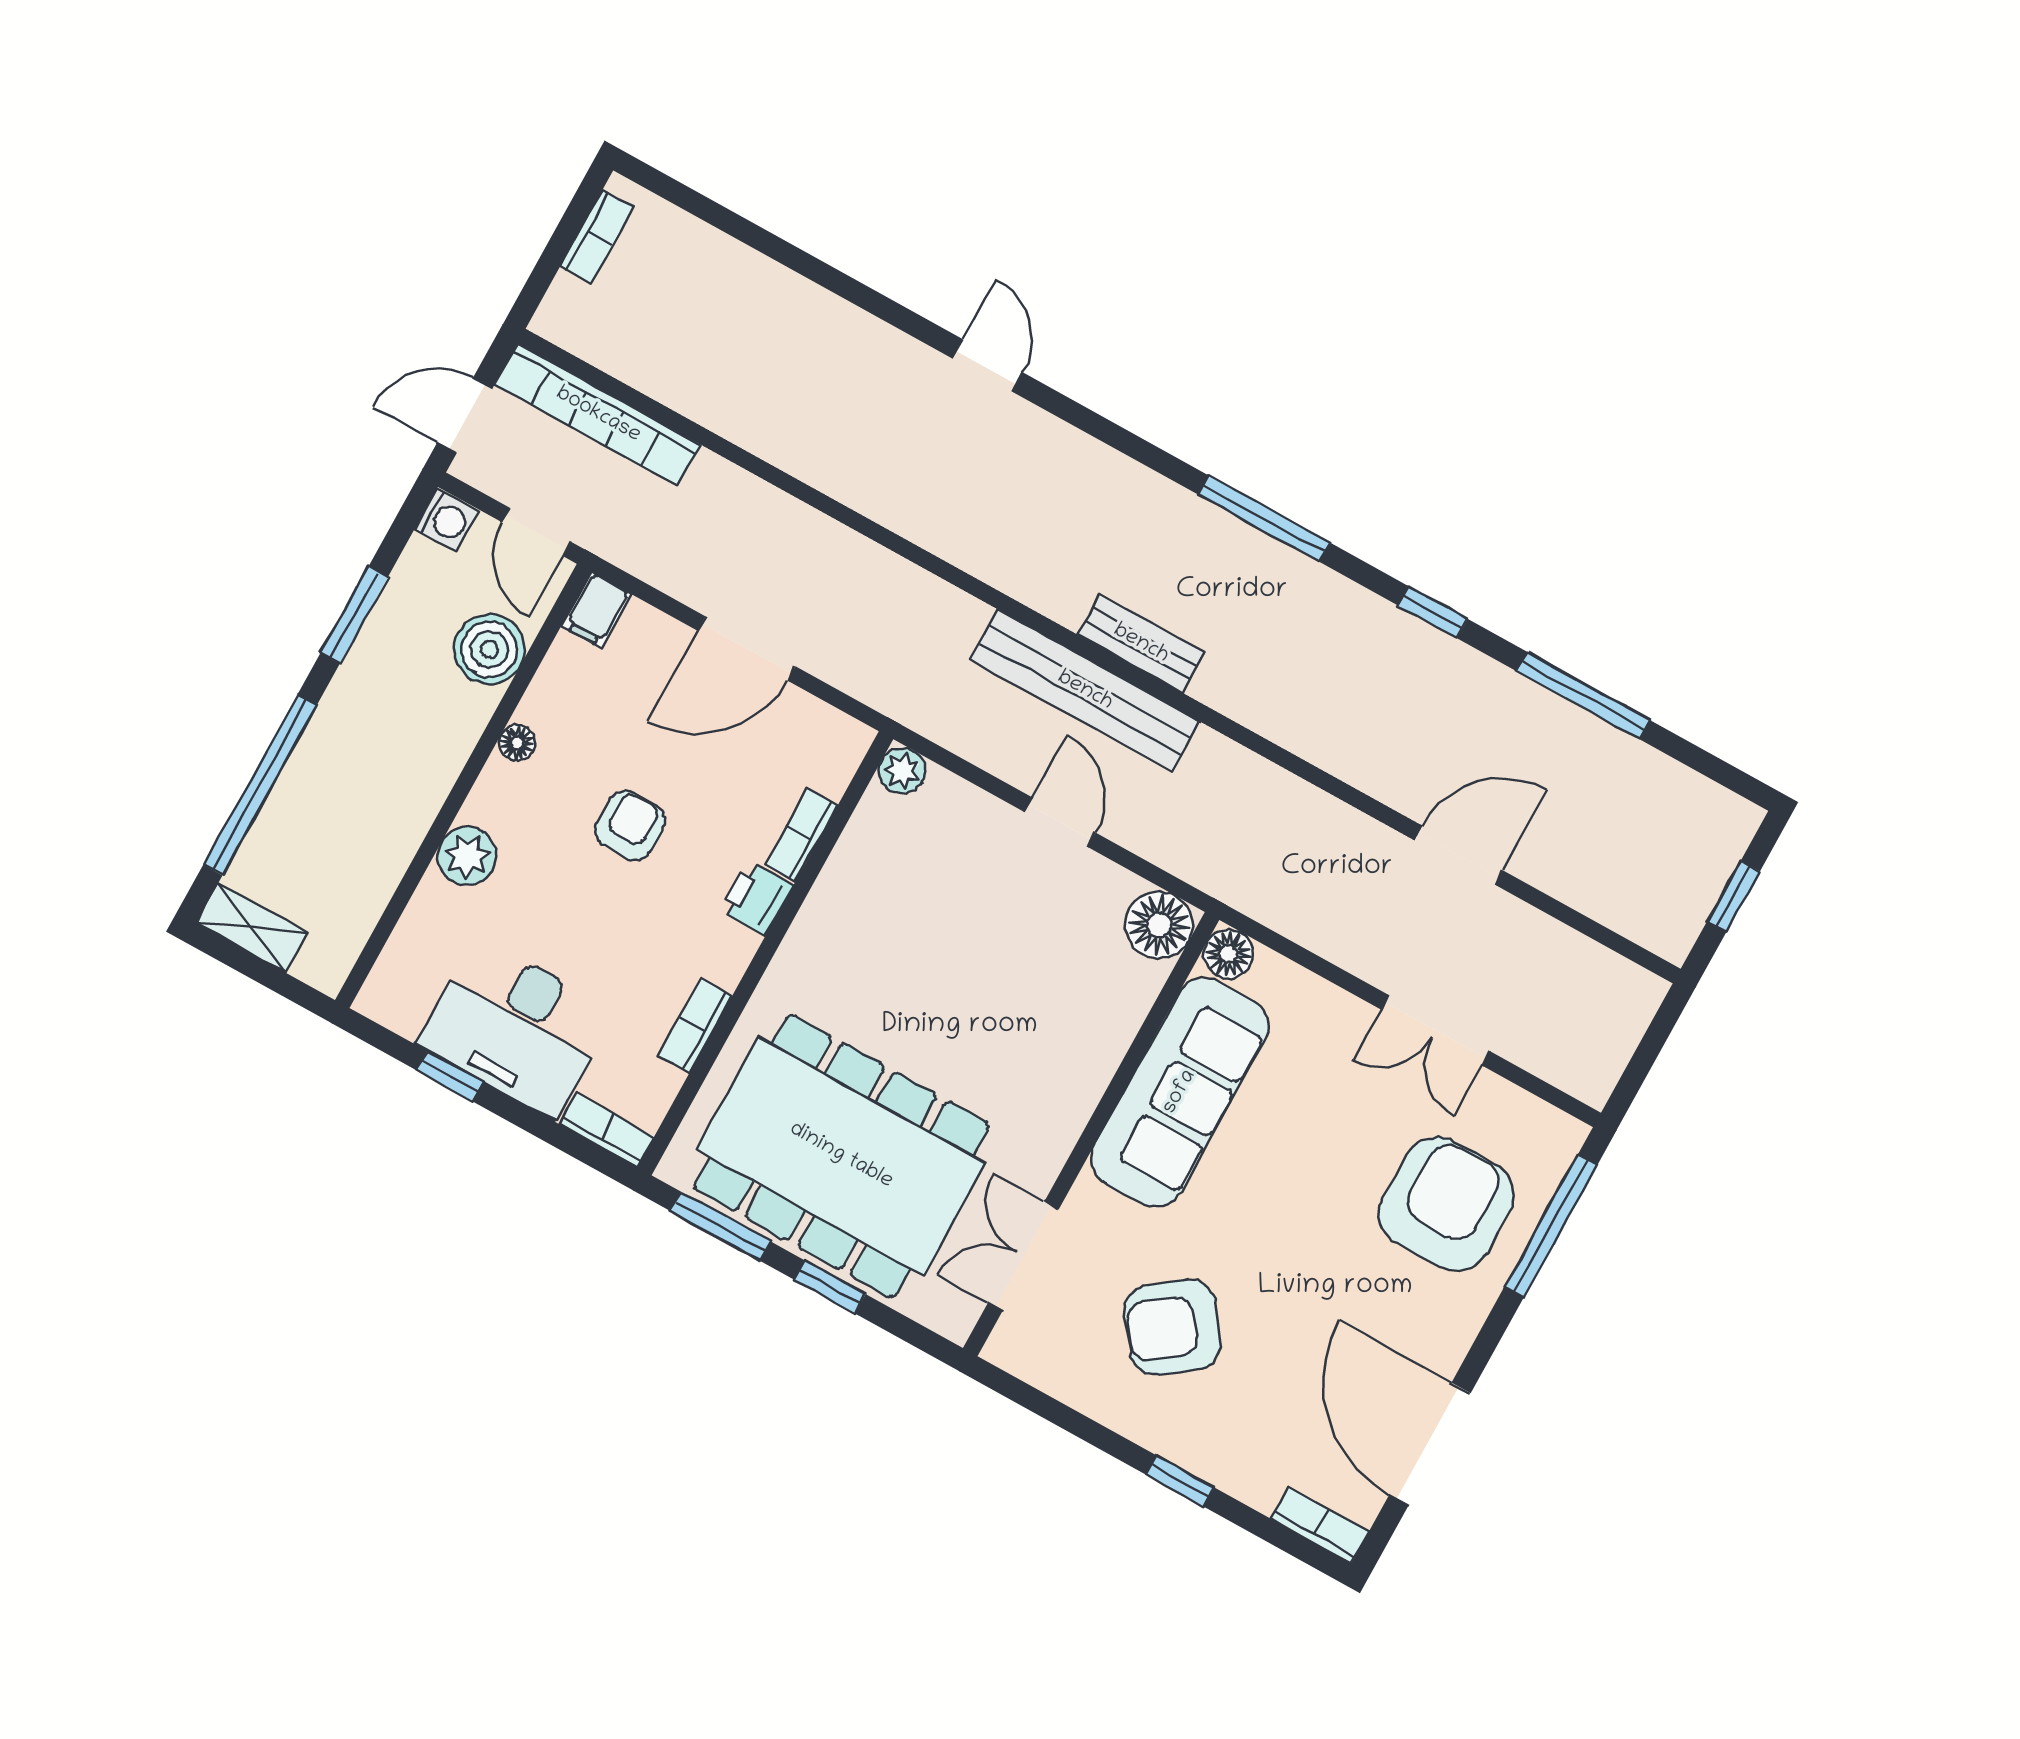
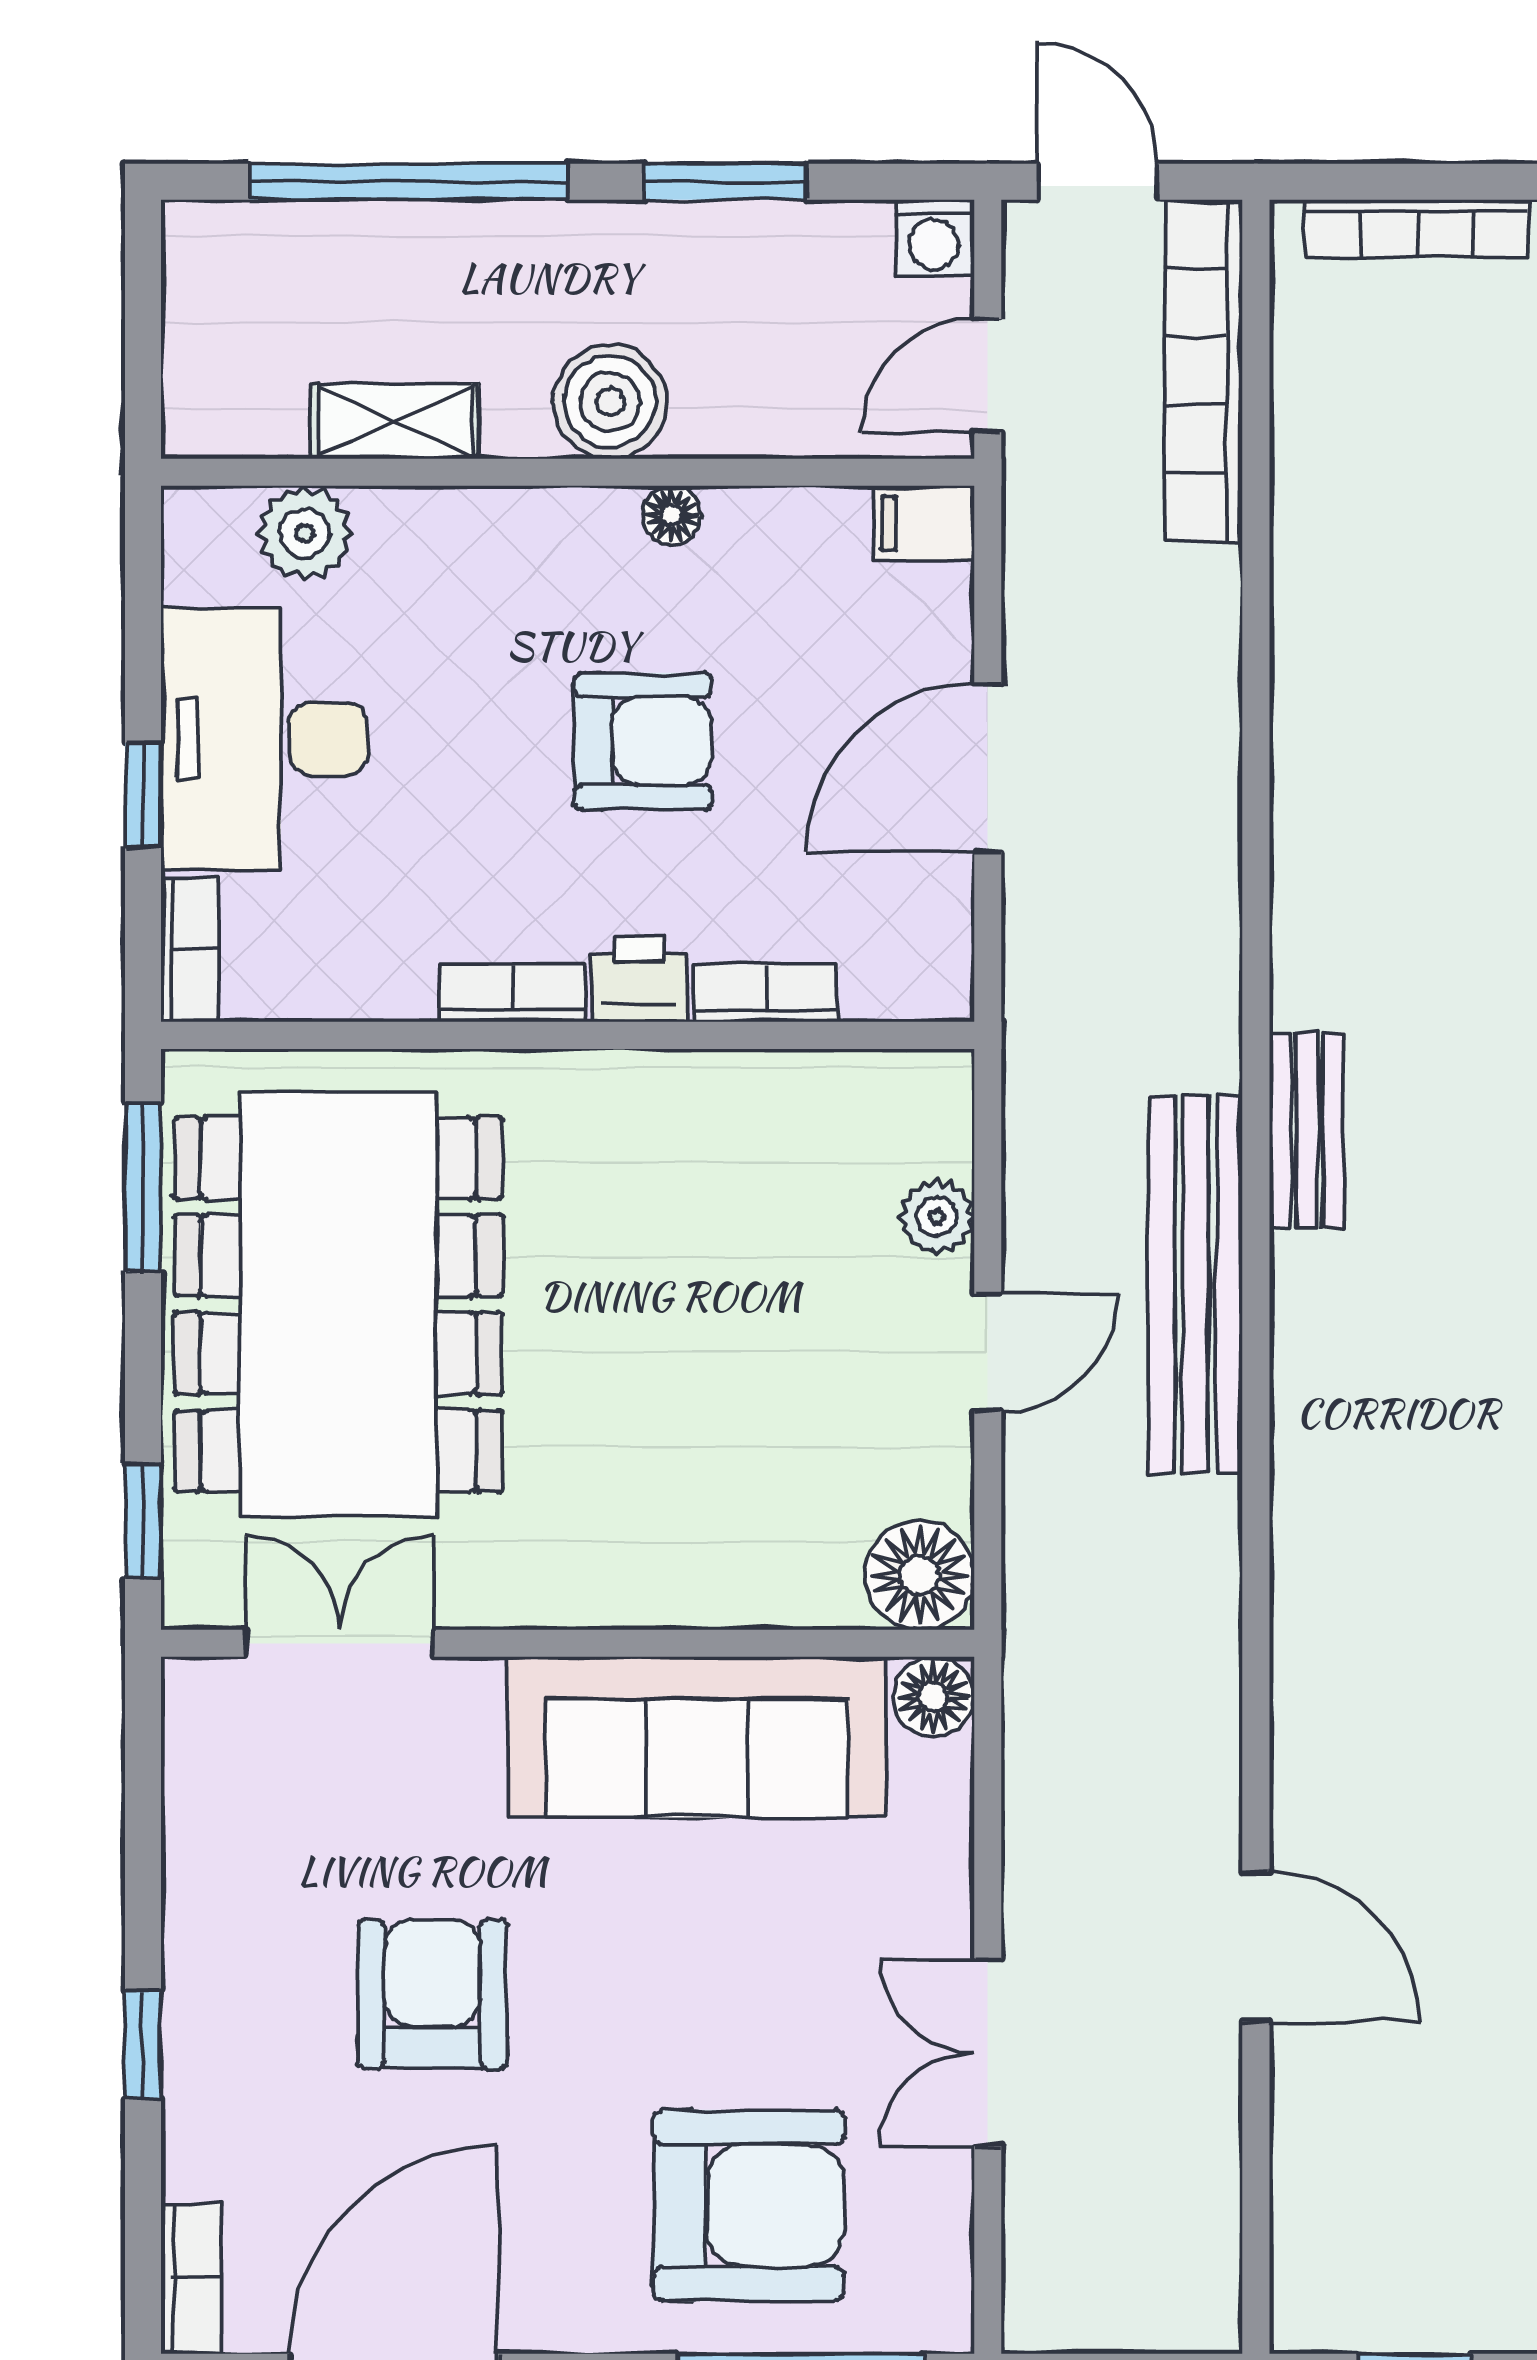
bookcase: (597, 236) -> (1417, 228), width x1.56
bench: (1141, 644) -> (1307, 1130), moved
boiler: (489, 649) -> (610, 402), moved
door: (747, 649) -> (988, 768), hinge flipped
plant: (902, 771) -> (937, 1217), moved
armchair: (630, 826) -> (643, 741), width x1.38, depth x1.38
plant: (467, 856) -> (305, 533), moved
shelving: (252, 928) -> (395, 421), moved, turned 90
bookcase: (695, 1026) -> (512, 993), moved
window: (450, 1076) -> (143, 795), moved
window: (830, 1287) -> (143, 1521), moved
armchair: (1173, 1327) -> (433, 1994), moved, turned 37

